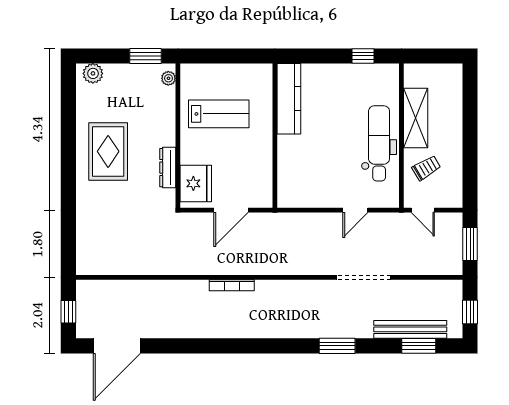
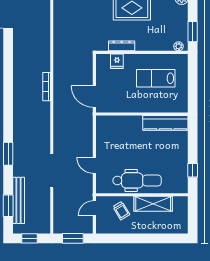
lab bench: (219, 114) -> (156, 78), turned 90
fridge: (196, 183) -> (117, 61), width x0.53, depth x0.75
door: (231, 210) -> (94, 96), moved

